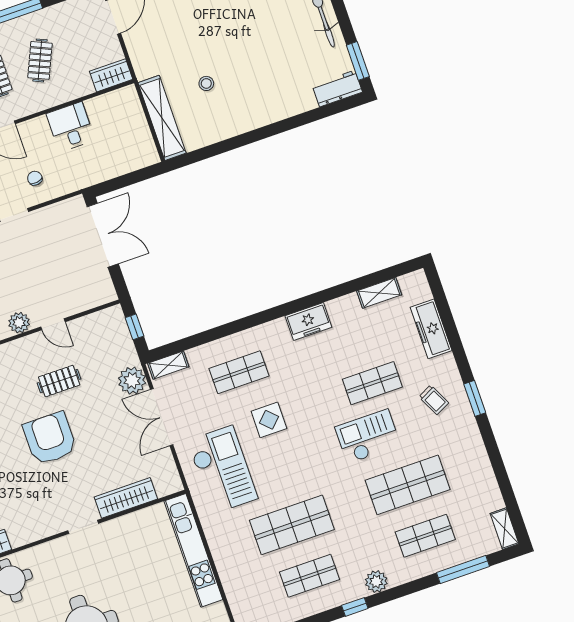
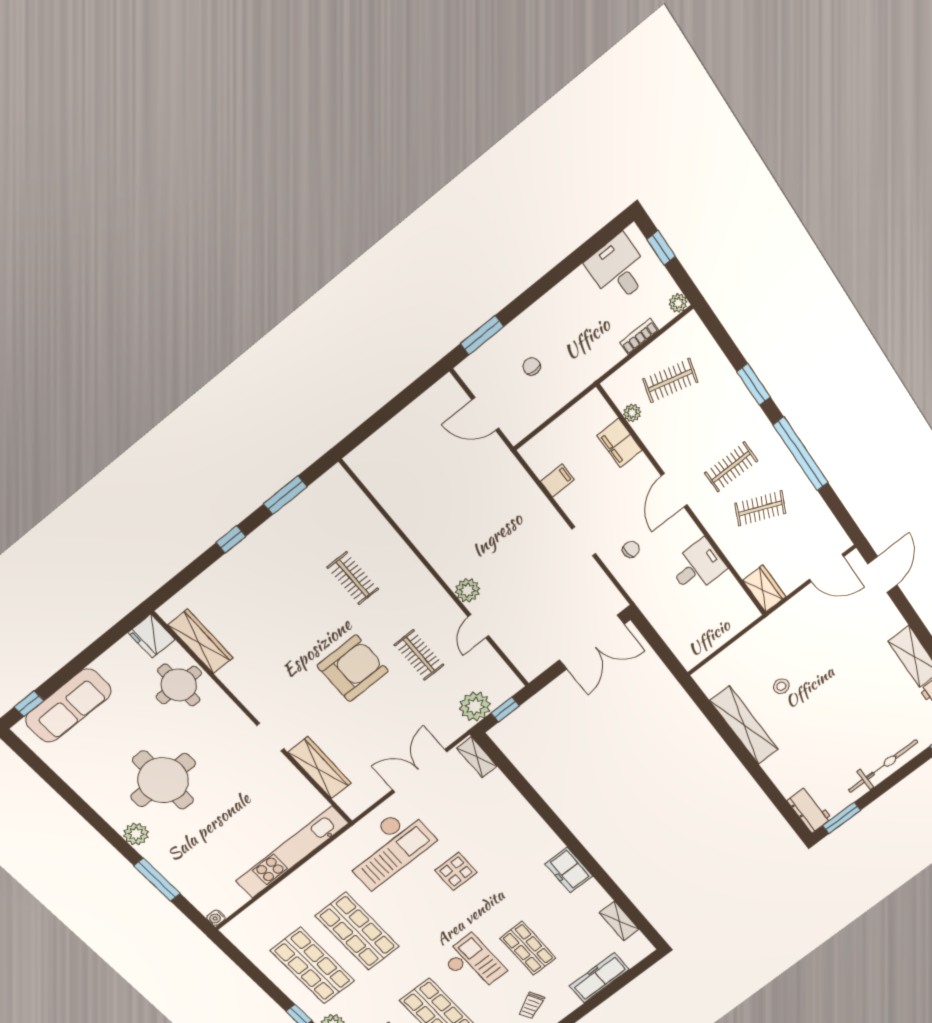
shelving: (162, 118) -> (744, 725), moved, turned 90
shop shelf: (239, 372) -> (494, 826), removed
plant: (132, 381) -> (475, 706), moved
shop shelf: (309, 576) -> (312, 966), width x1.43, depth x1.36

